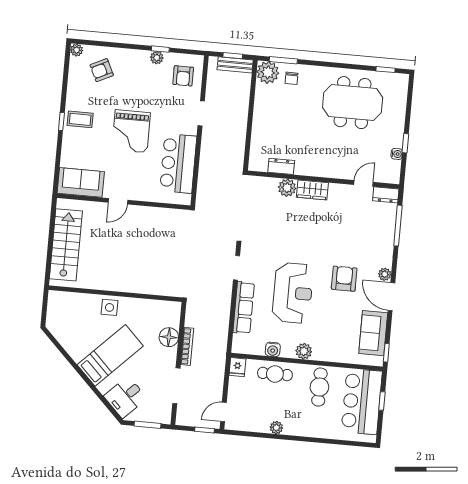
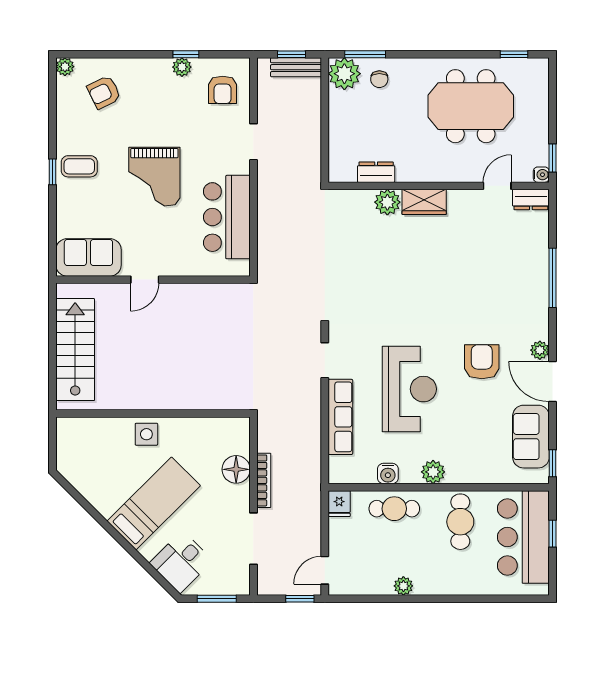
dresser: (281, 166) -> (376, 172), moved
wall: (323, 180) -> (439, 186), moved
door: (363, 183) -> (497, 186), moved
plant: (287, 188) -> (387, 202), moved
wardrobe: (312, 190) -> (424, 202), moved
dresser: (386, 195) -> (531, 200), moved

